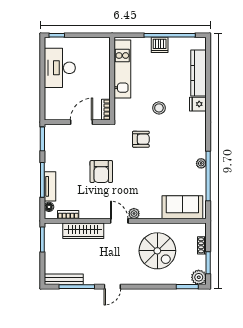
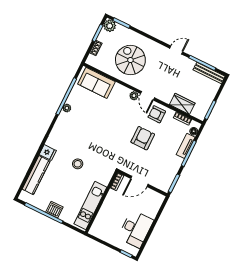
armchair: (141, 139) -> (157, 114), moved
wardrobe: (83, 231) -> (182, 104), width x0.67

